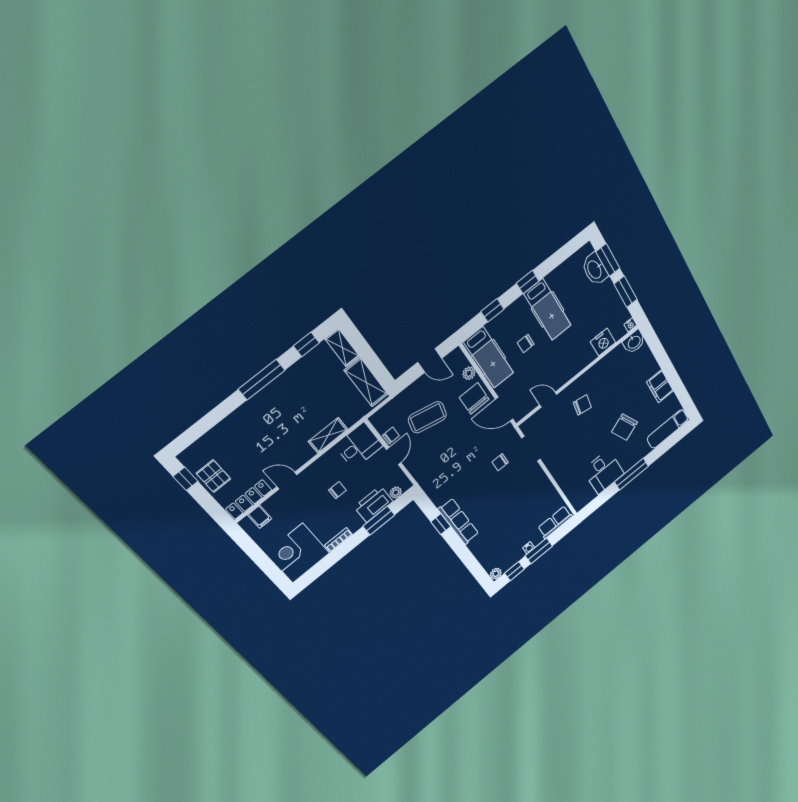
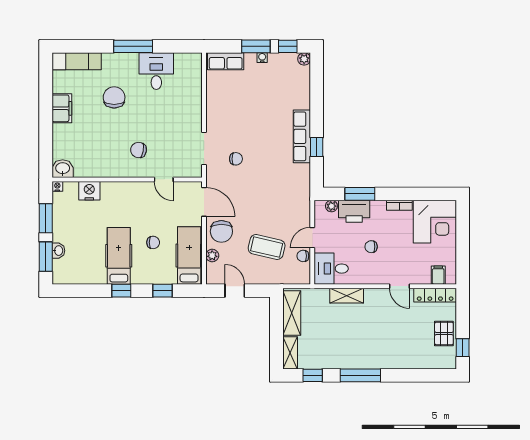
washbasin: (595, 269) -> (58, 251), width x0.52, depth x0.69
chair: (625, 427) -> (114, 97), turned -66

